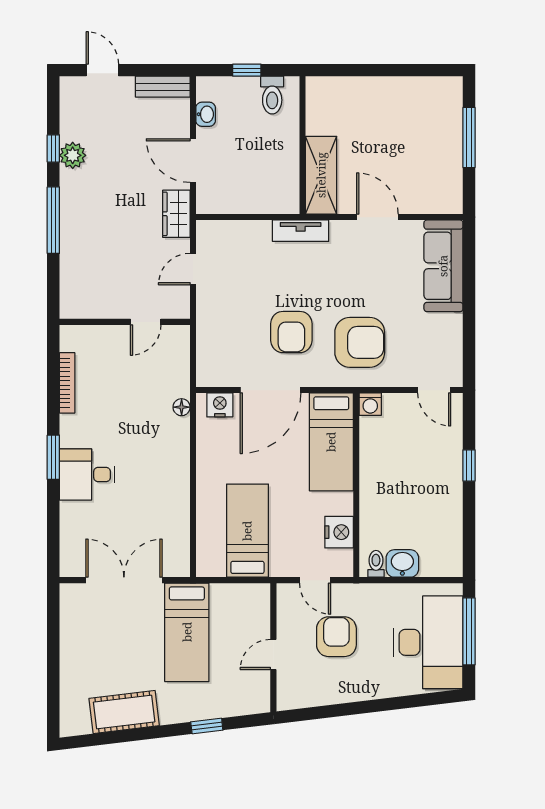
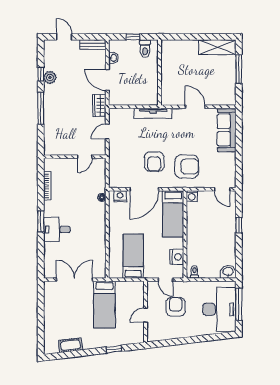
shelving: (321, 175) -> (217, 47), moved, turned 90
tv unit: (301, 231) -> (153, 113), width x1.41
washbasin: (402, 563) -> (228, 272), moved
cot: (124, 712) -> (71, 345), width x0.73, depth x0.75

